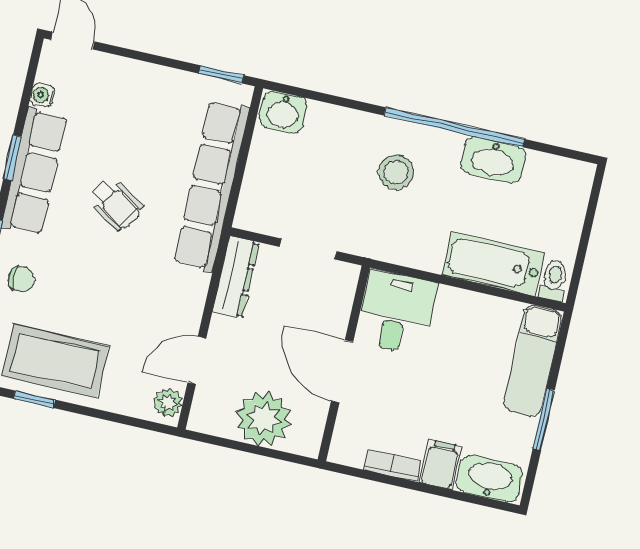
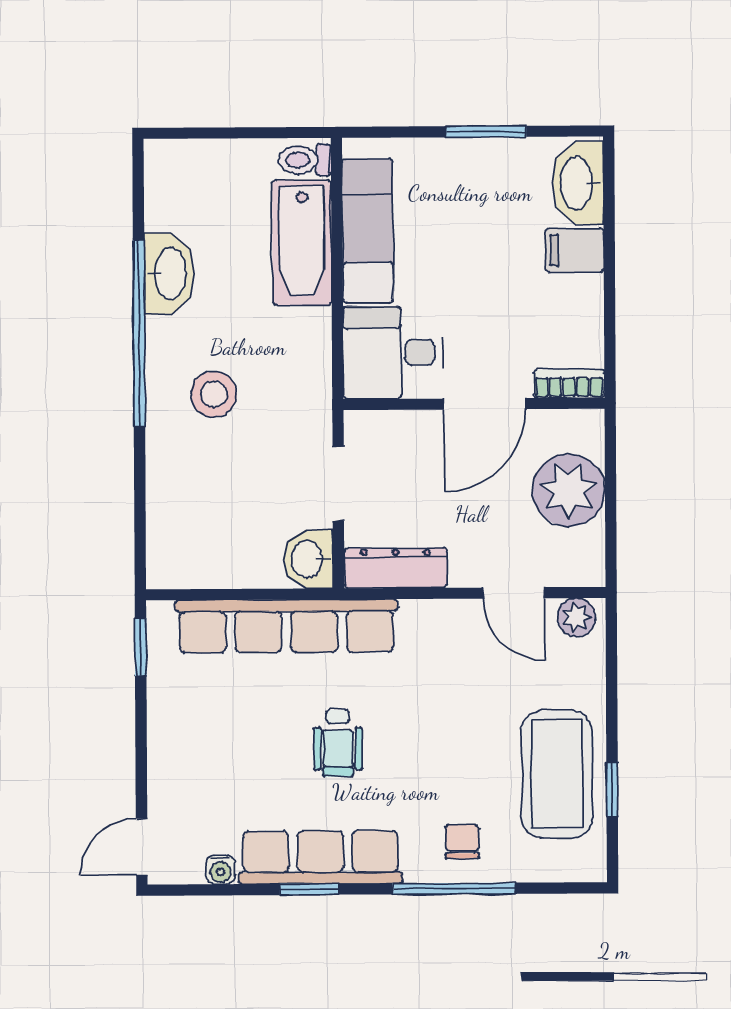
washbasin: (283, 112) -> (308, 559), moved, turned 180
wheelchair: (116, 204) -> (338, 743), turned 147
exam couch: (533, 361) -> (368, 231), moved, turned -90
bookcase: (393, 465) -> (569, 384), moved, turned 90

